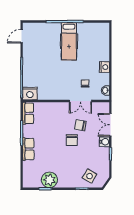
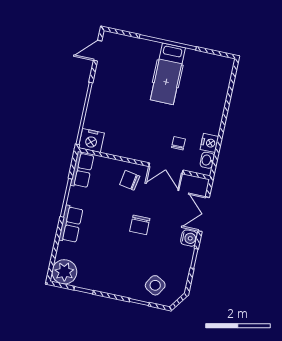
nightstand: (104, 67) -> (209, 143), moved
chair: (80, 125) -> (130, 180), moved
plant: (49, 180) -> (64, 272), moved

